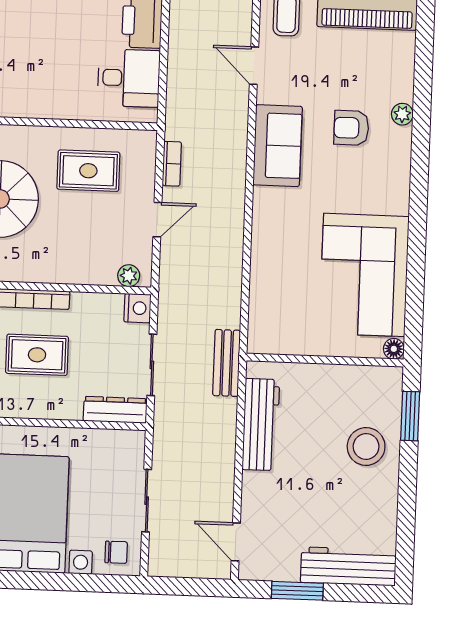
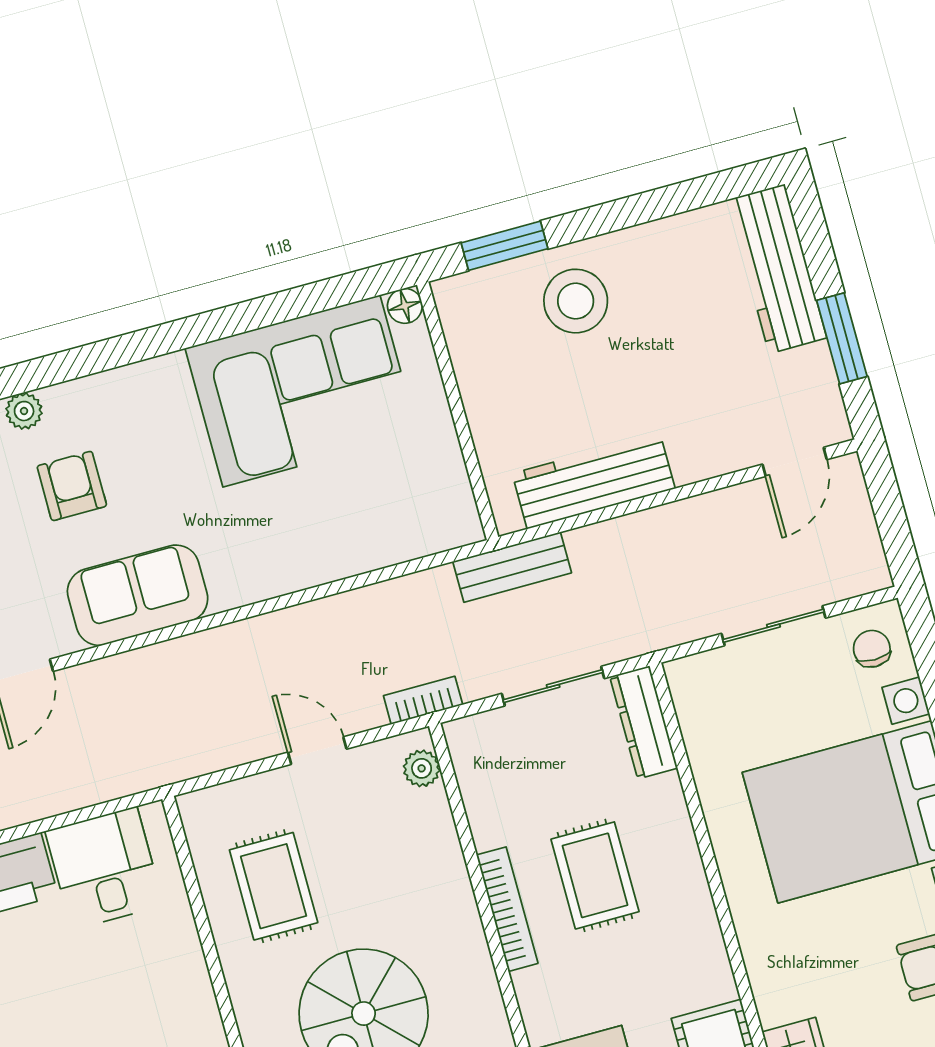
armchair: (351, 128) -> (72, 486), turned 180
bookcase: (172, 164) -> (423, 700), moved
nightstand: (137, 308) -> (469, 738), removed

